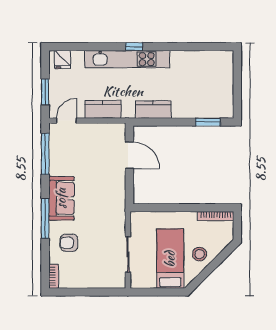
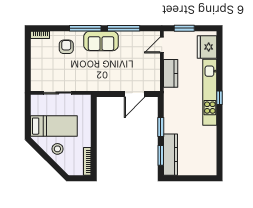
fridge: (62, 60) -> (207, 47), width x1.88, depth x1.34
kitchen counter: (153, 109) -> (170, 155), moved, width x1.50
door: (67, 121) -> (162, 45), swing flipped
window: (172, 122) -> (161, 127), added
window: (45, 154) -> (124, 28), moved

